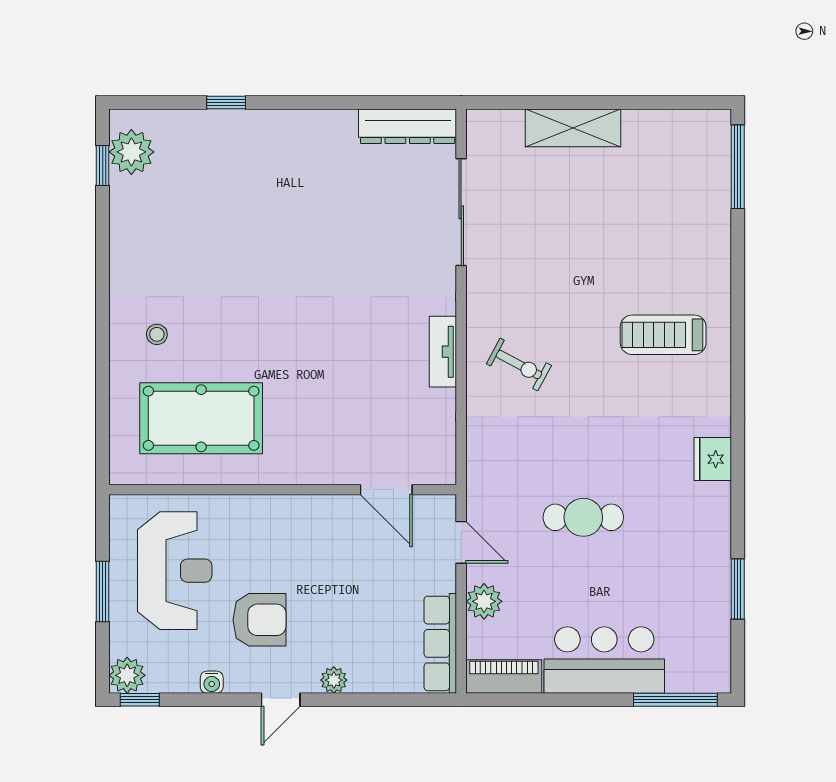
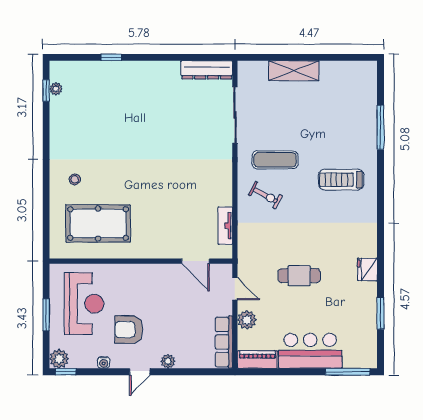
plant: (131, 152) -> (56, 89), width x0.53, depth x0.53
window: (738, 167) -> (380, 127), moved
exercise mat: (537, 297) -> (275, 160), added
tv unit: (443, 352) -> (225, 226), moved
fridge: (713, 459) -> (367, 269), moved
armchair: (260, 620) -> (129, 330), turned 180

